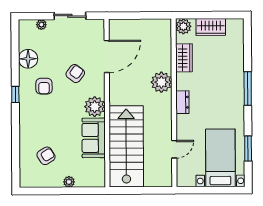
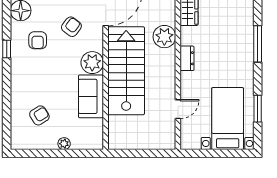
stairs: (126, 146) -> (126, 71), moved

